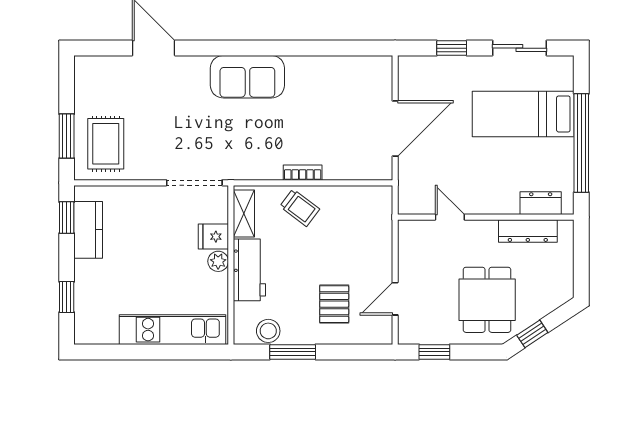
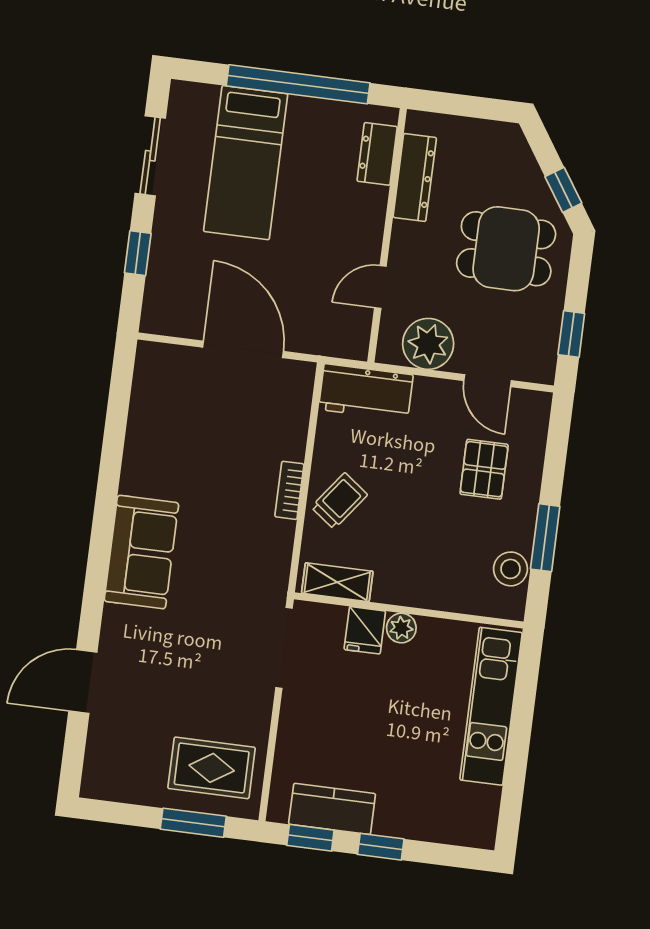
plant: (415, 255) -> (428, 344), added
workbench: (249, 270) -> (366, 392), moved, turned 180
window: (67, 297) -> (381, 847), moved
pallet: (334, 304) -> (484, 469), turned 90

